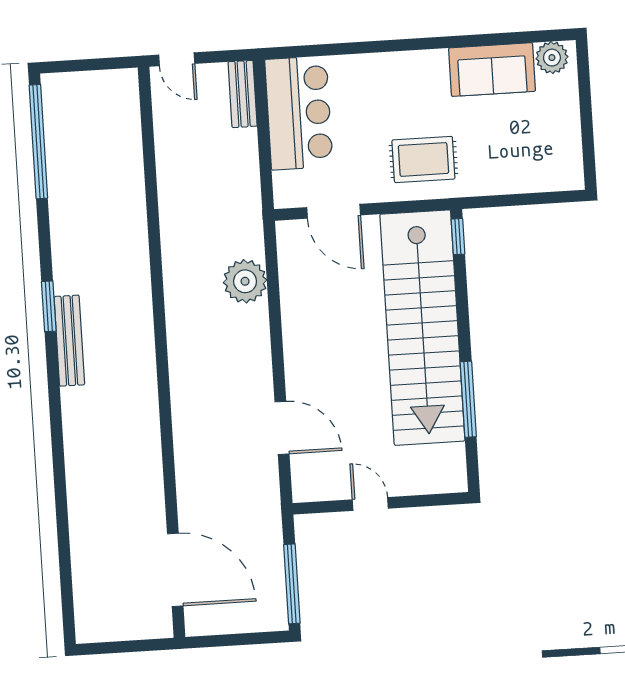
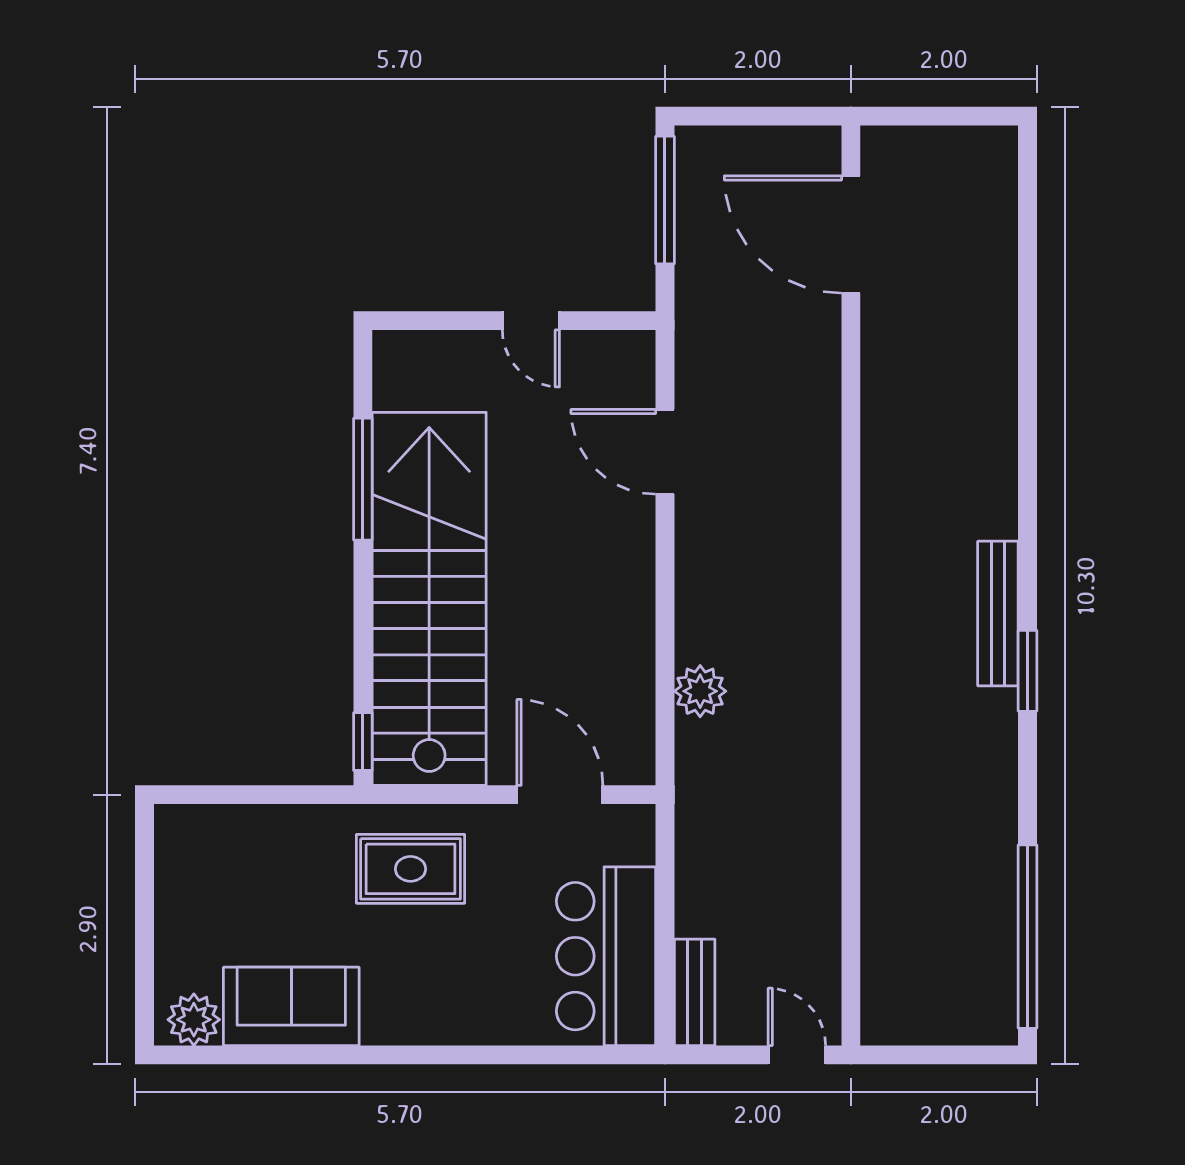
plant: (245, 281) -> (700, 691), width x0.73, depth x0.73

